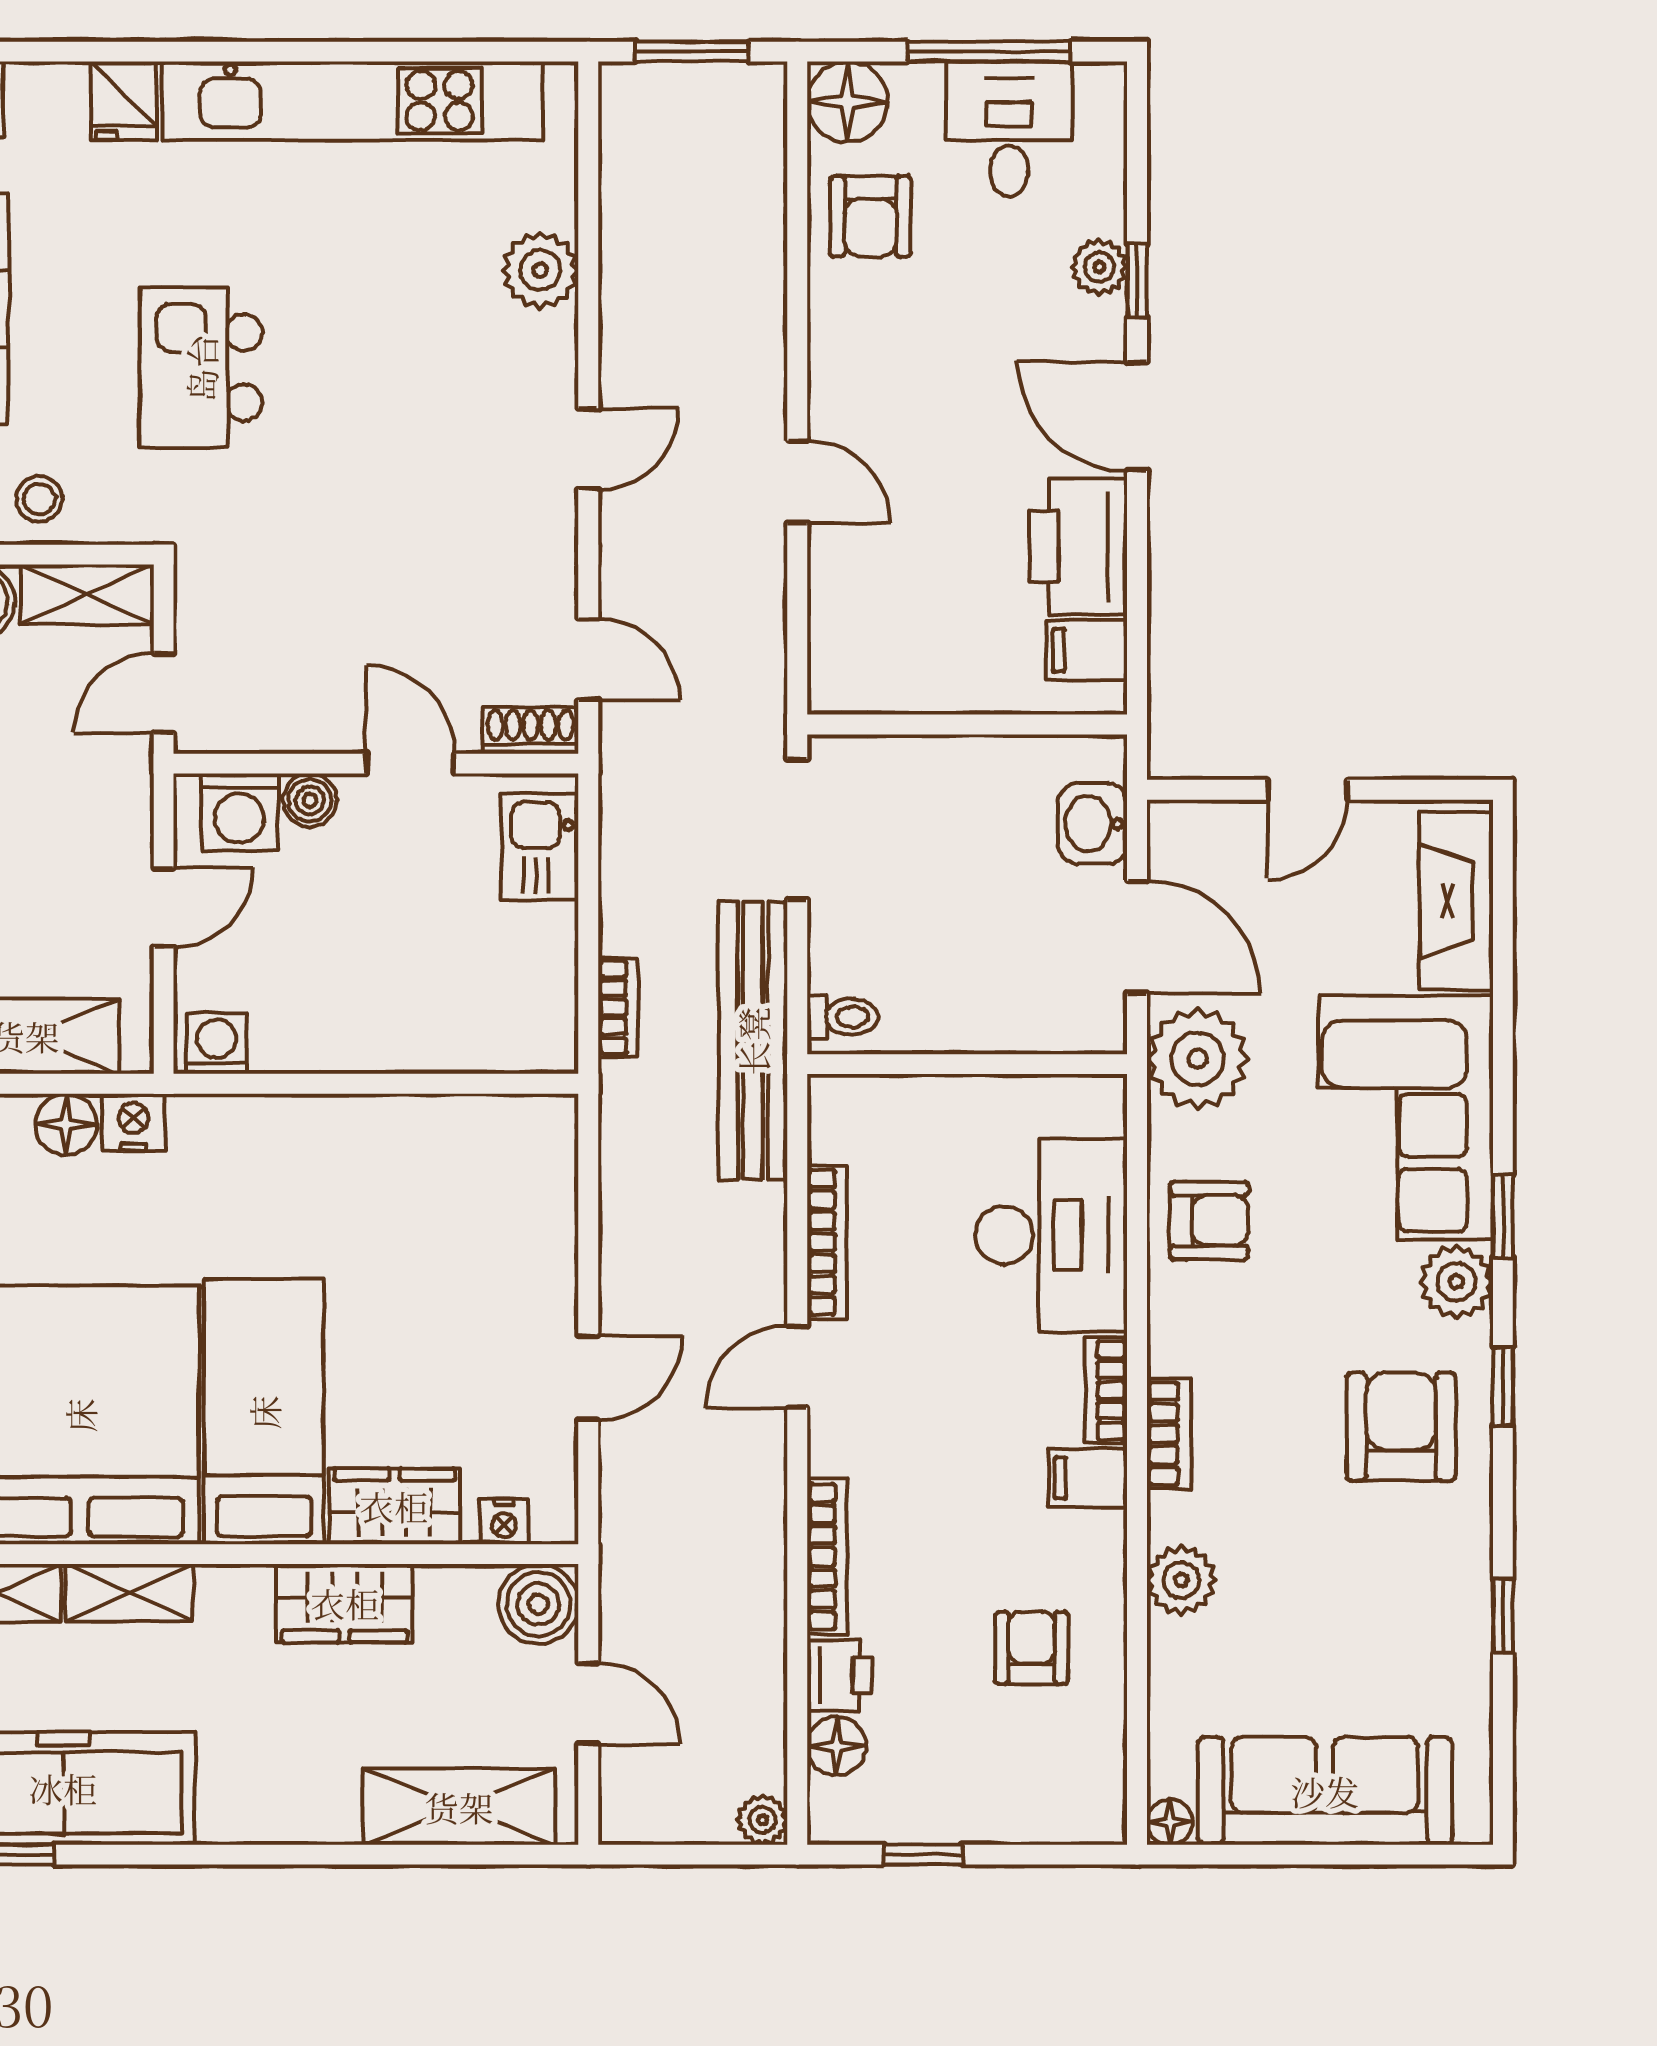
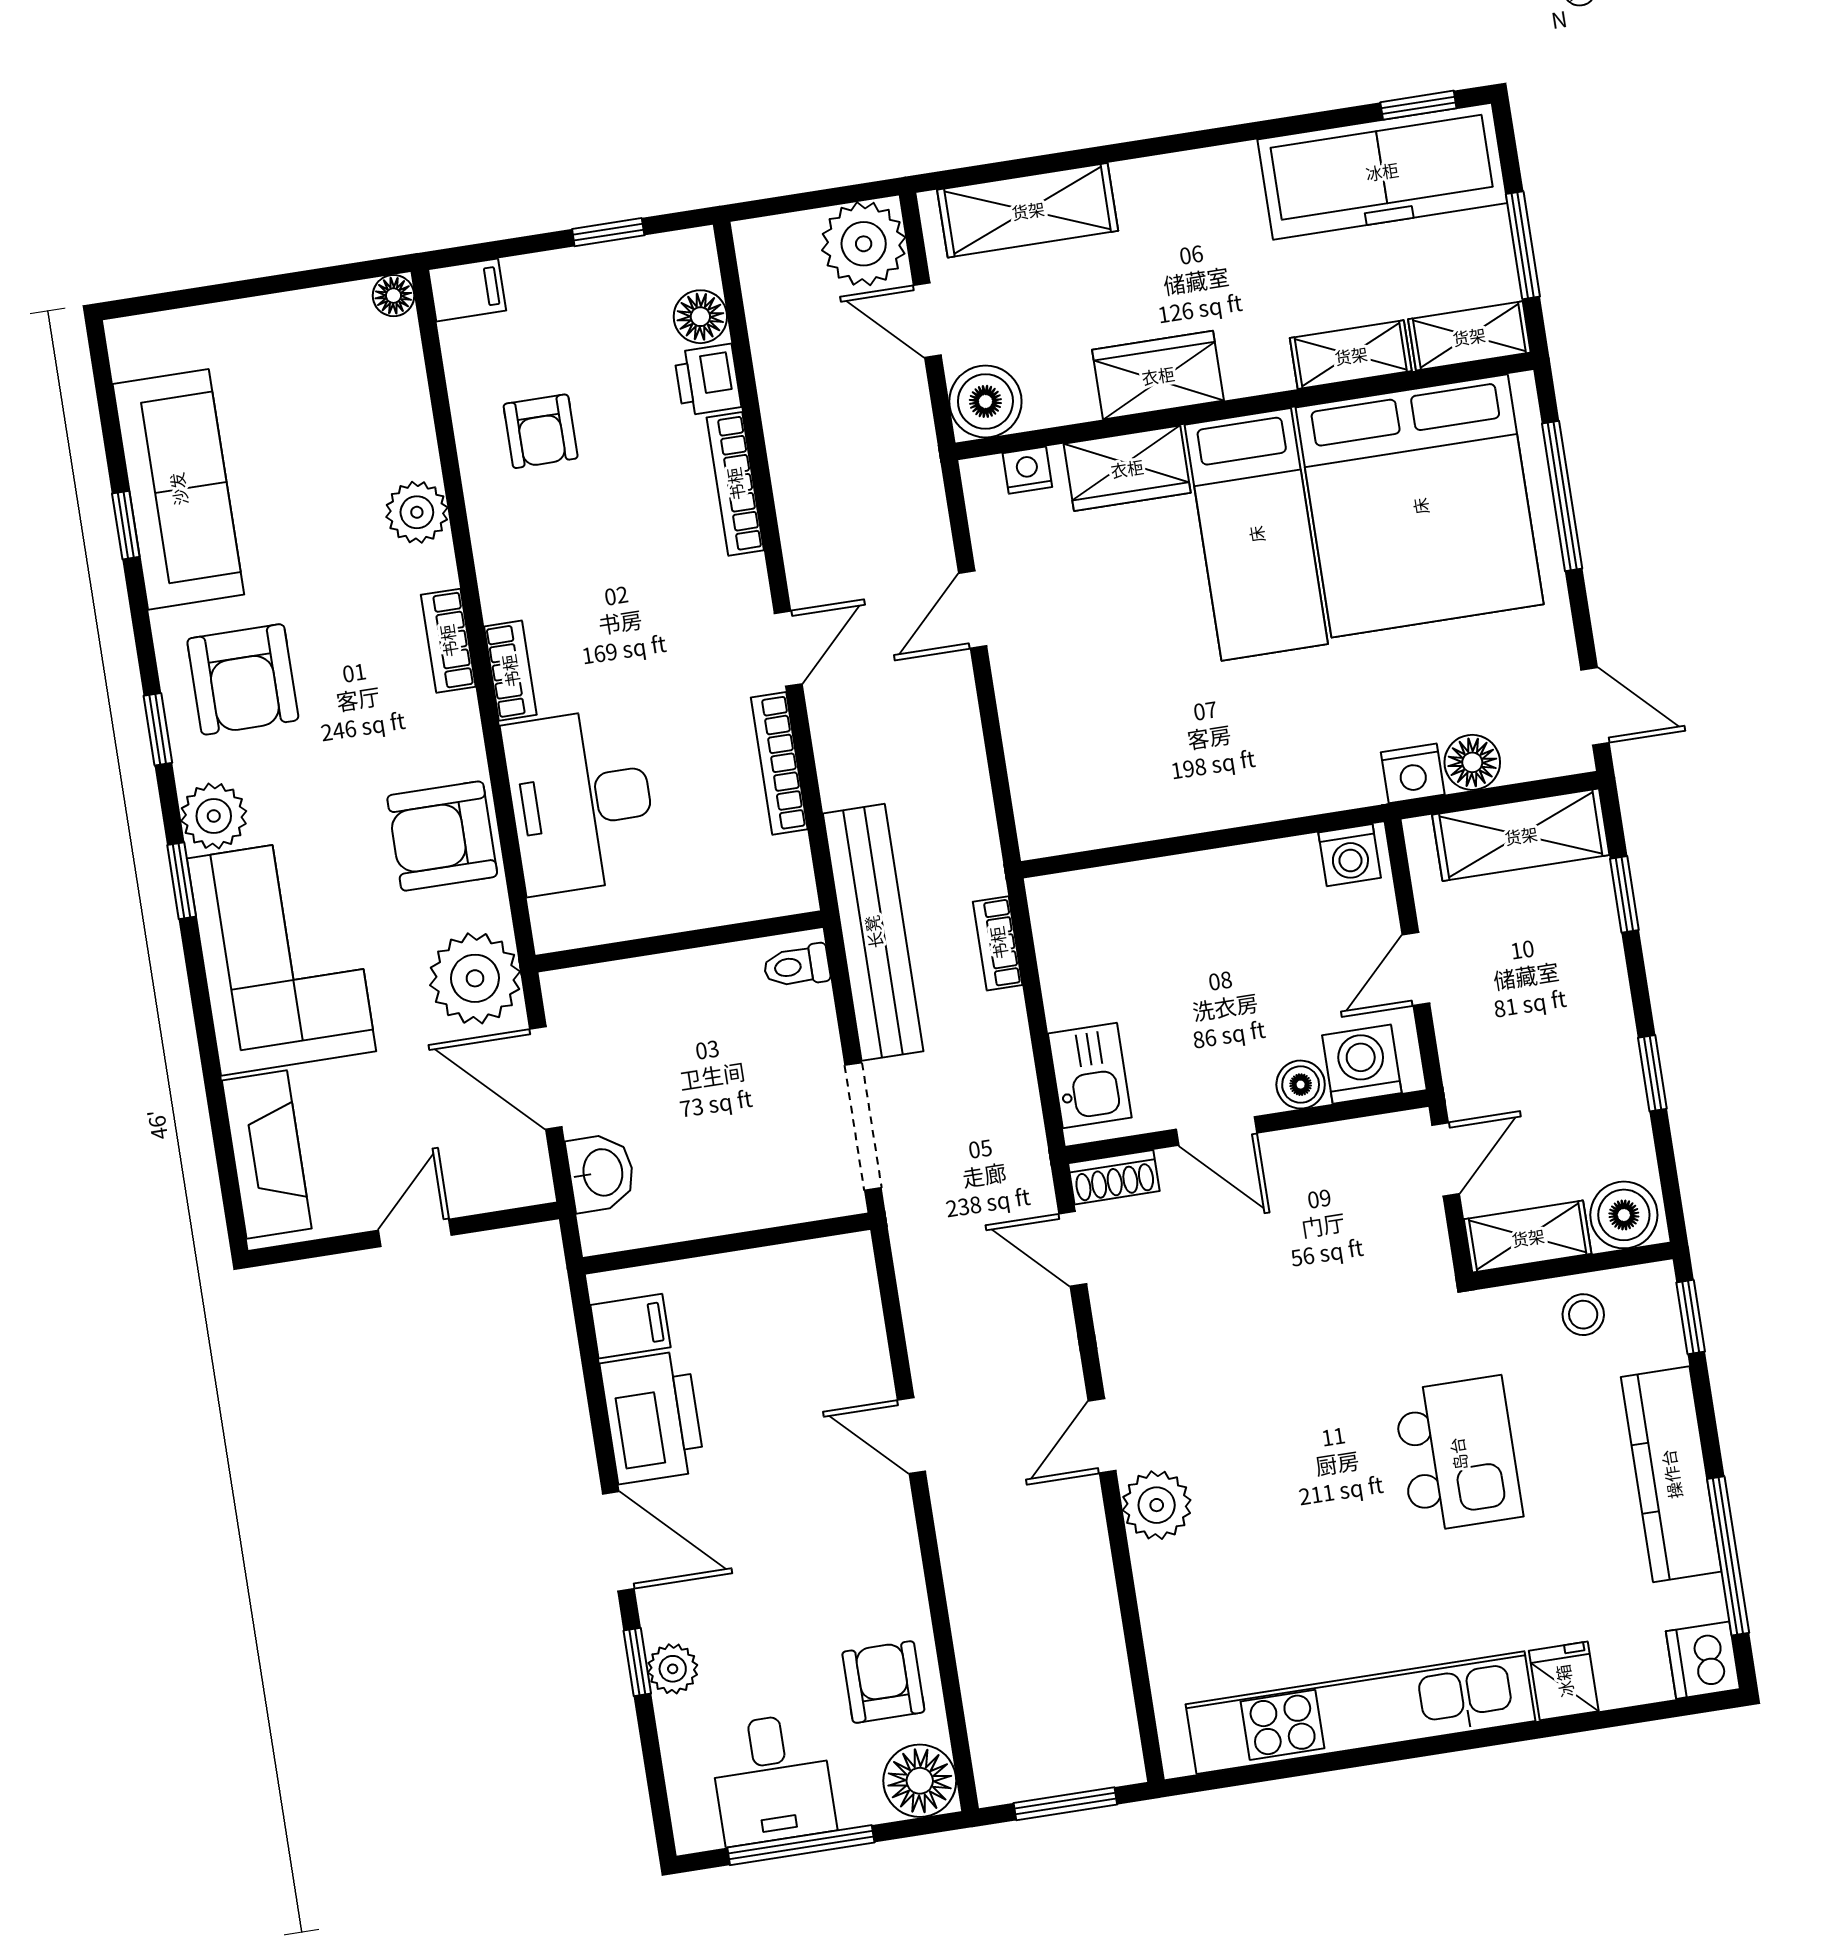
plant: (540, 270) -> (1157, 1505), moved
armchair: (1209, 1221) -> (442, 836), width x1.38, depth x1.38
filing cabinet: (1088, 1478) -> (467, 290), moved
sofa: (1325, 1791) -> (178, 489), moved, turned -90
plant: (762, 1820) -> (864, 244), moved, width x1.88, depth x1.88

